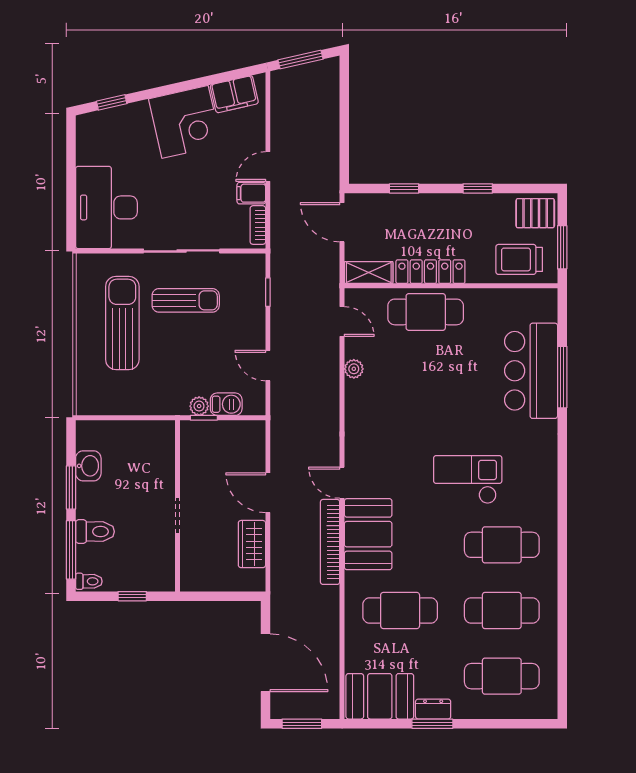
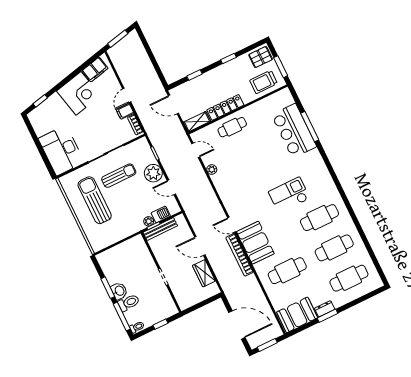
cafe table: (426, 312) -> (232, 127), width x0.73, depth x0.74
plant: (248, 326) -> (153, 173), added
bench: (213, 429) -> (160, 229), added
washbasin: (88, 466) -> (119, 291), moved

